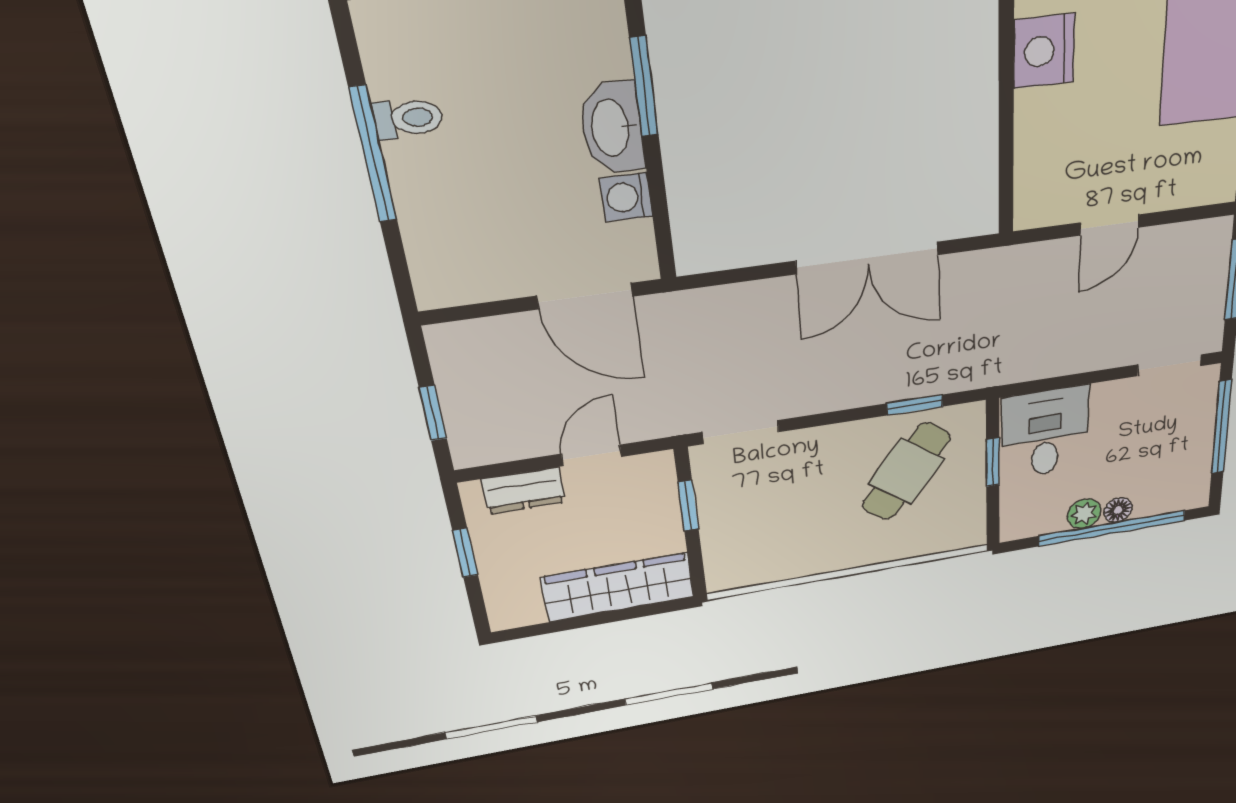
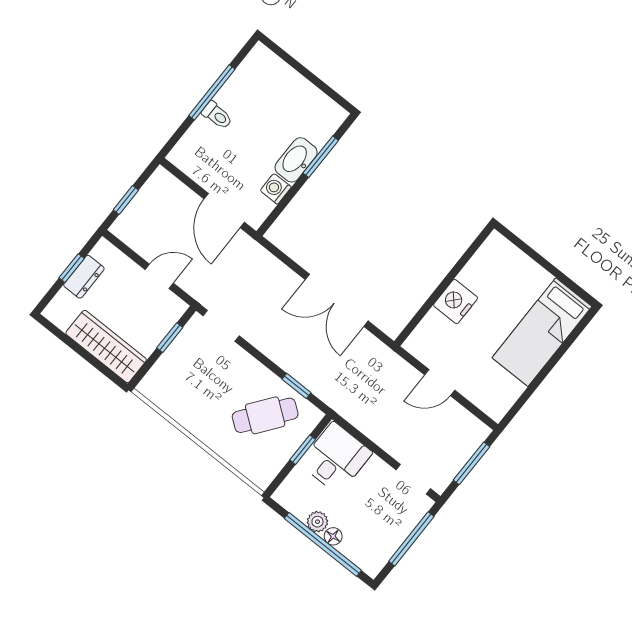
nightstand: (1044, 51) -> (456, 302), moved
toilet: (408, 118) -> (217, 115), moved
dresser: (523, 491) -> (84, 277), moved, turned -90

